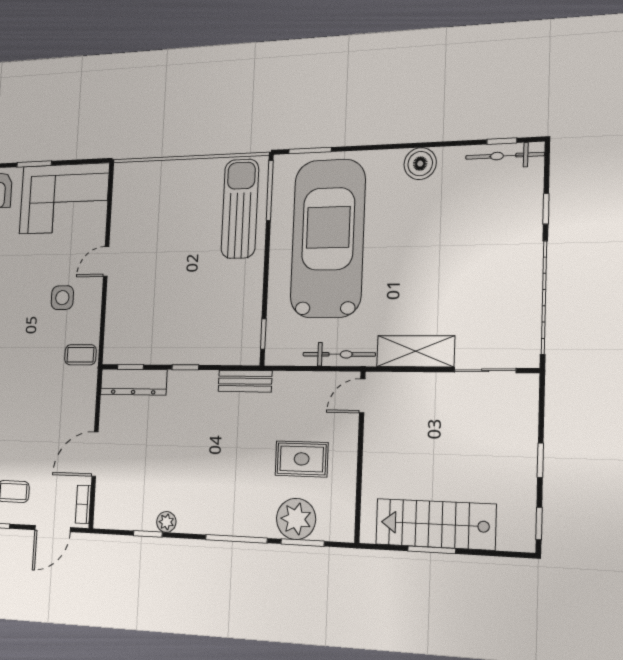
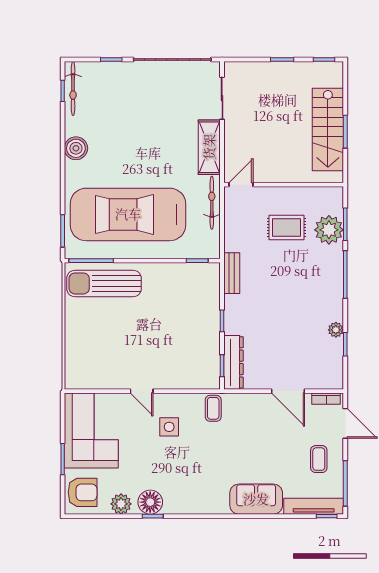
door: (362, 396) -> (241, 185), swing flipped
rug: (302, 459) -> (287, 227), turned 90

